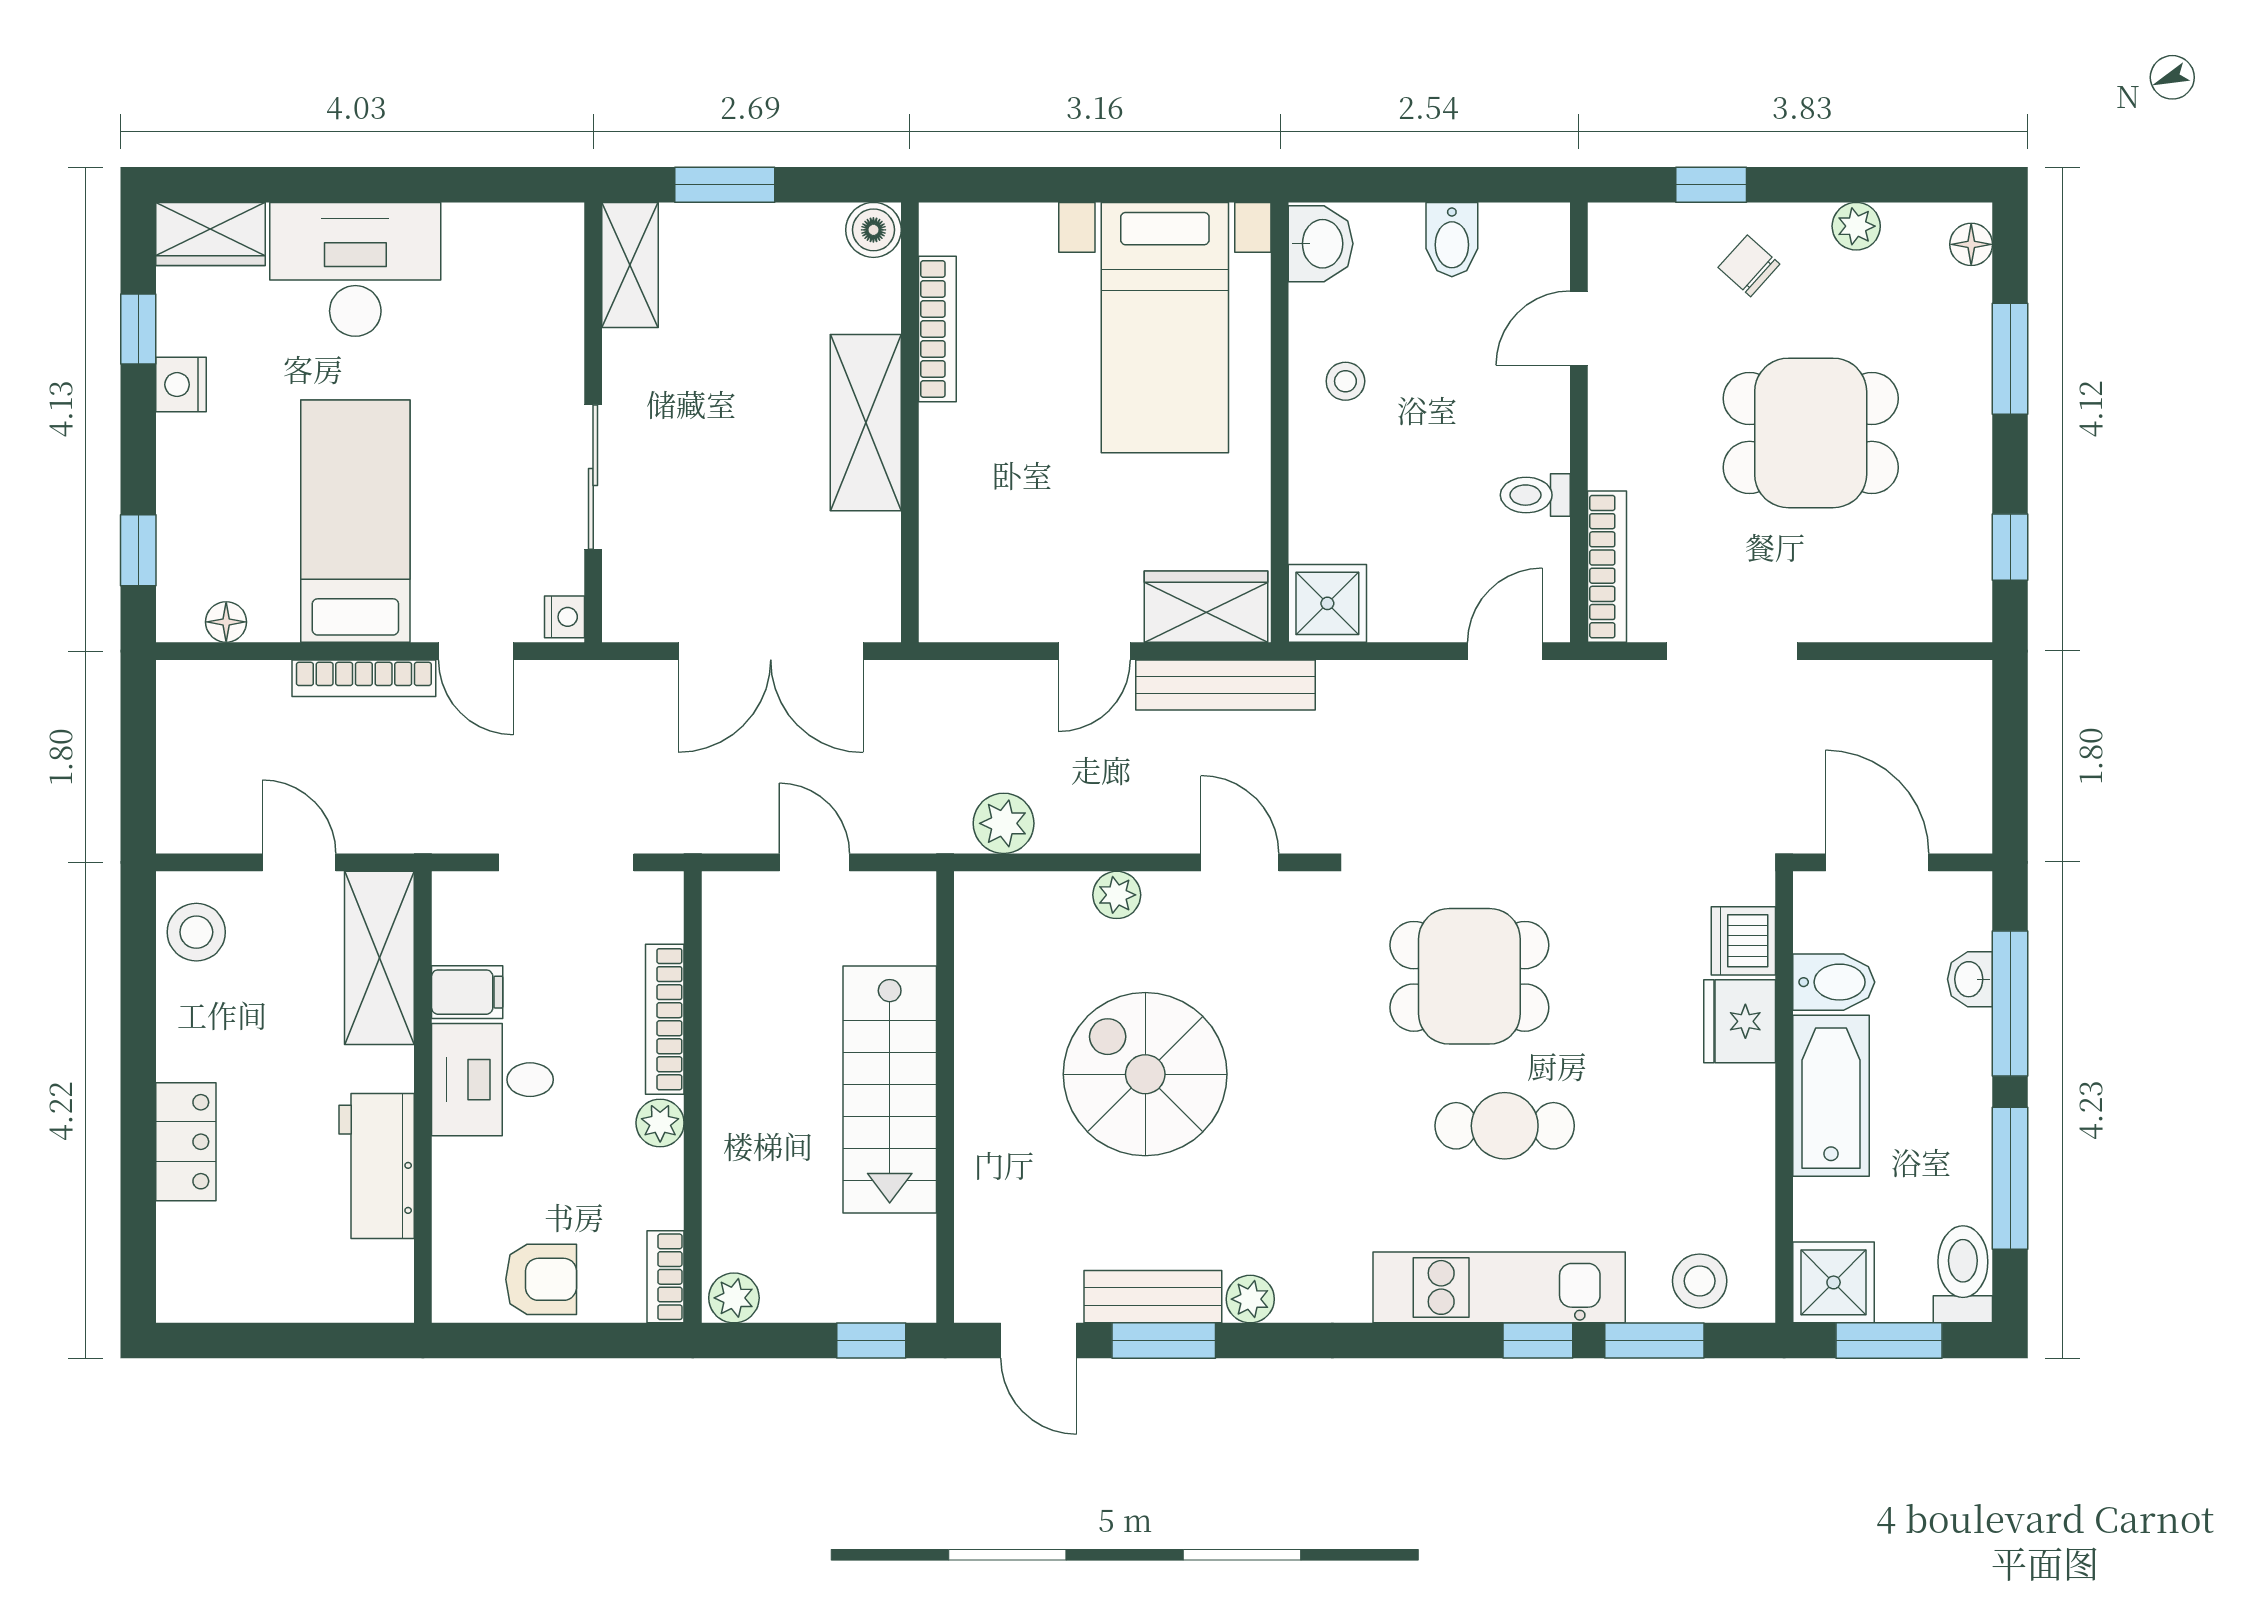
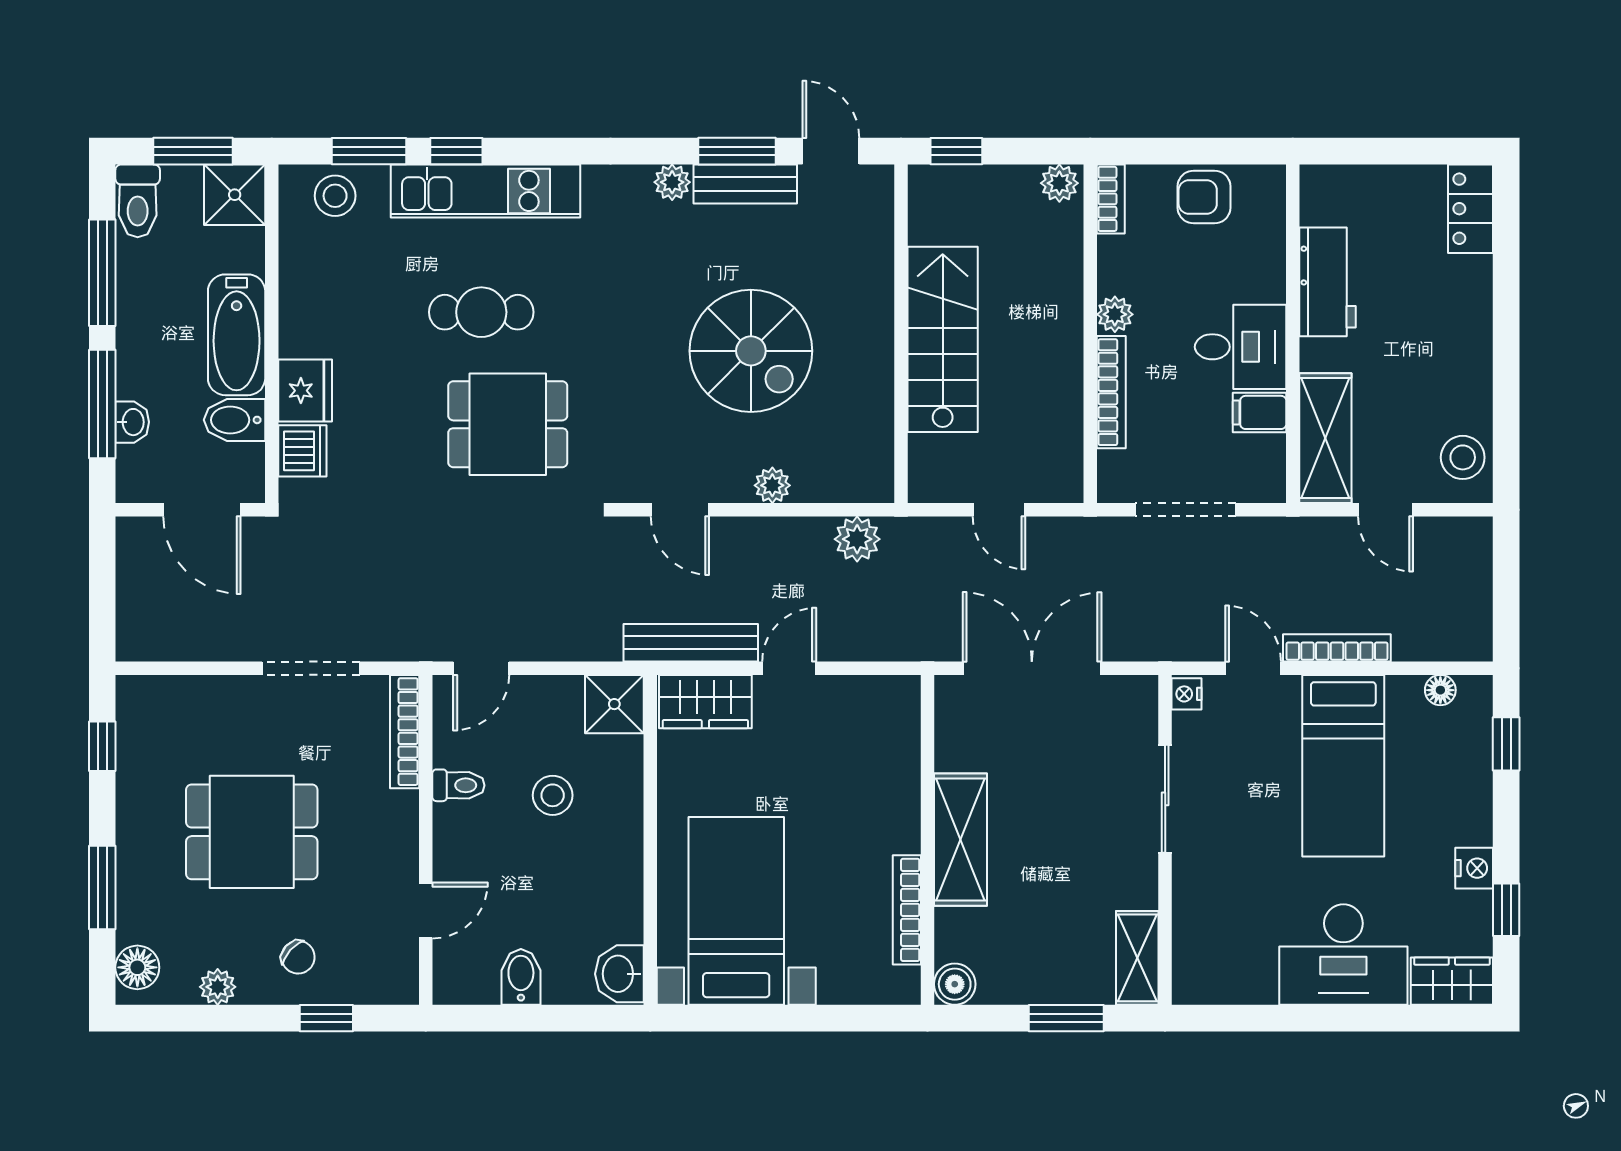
floor lamp: (1971, 244) -> (137, 967), width x1.37, depth x1.37
stool: (1345, 381) -> (553, 795), moved, width x1.37, depth x1.37
locker: (186, 1142) -> (1471, 209), moved

